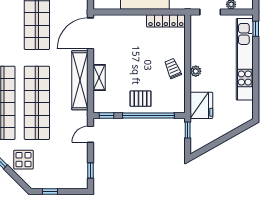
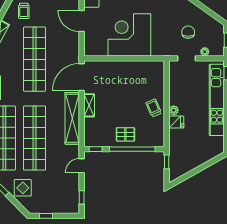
locker: (166, 21) -> (148, 66), removed
shelving: (99, 78) -> (89, 105), moved
fridge: (201, 105) -> (176, 122), moved, width x0.53, depth x0.75

